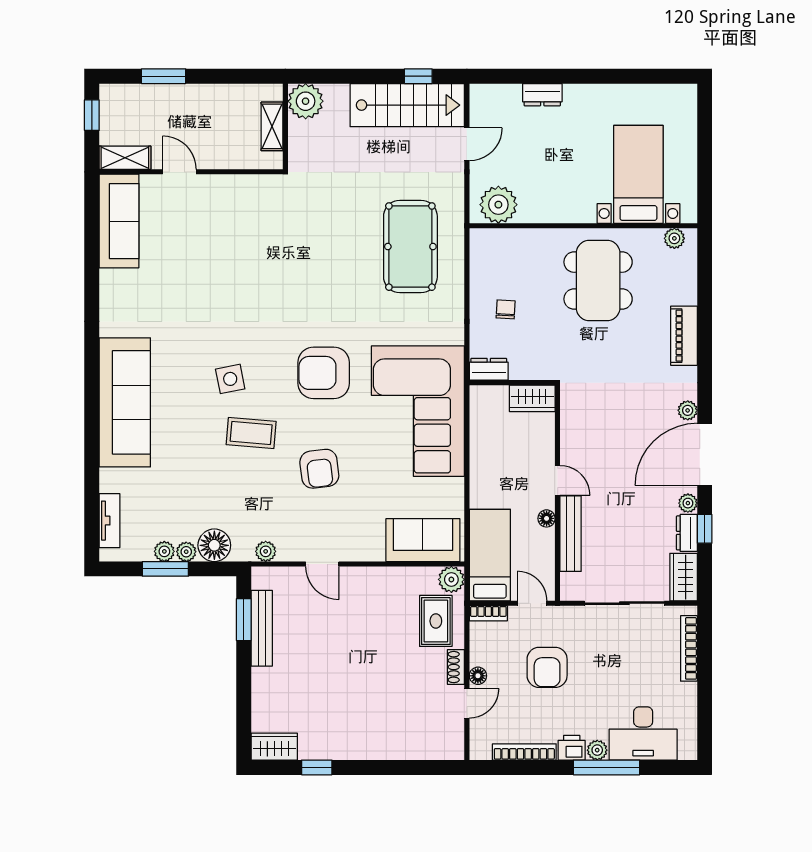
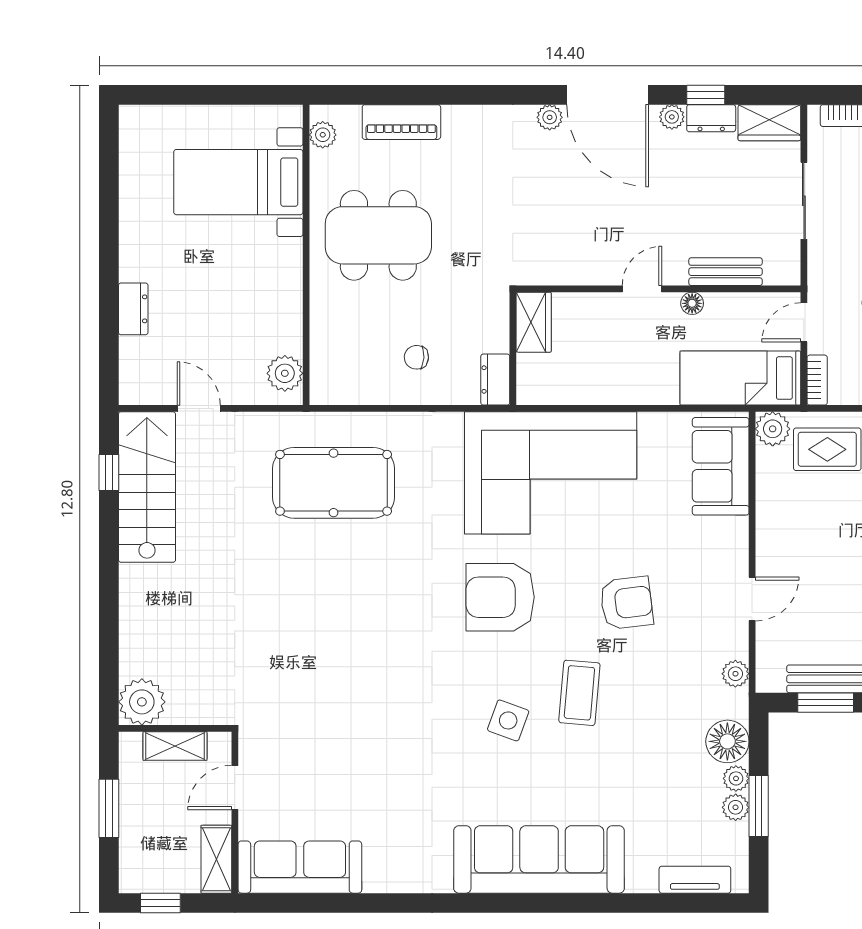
plant: (306, 101) -> (142, 702), moved
shelving: (272, 126) -> (175, 746), moved
wall: (285, 126) -> (175, 728), moved
plant: (498, 205) -> (285, 373), width x0.73, depth x0.73
piano: (684, 336) -> (401, 122), moved
armchair: (324, 373) -> (500, 597), turned 90
side table: (230, 379) -> (508, 720), turned 31
bench: (571, 534) -> (726, 272), width x0.73
sliding door: (624, 603) -> (804, 201), width x0.73

